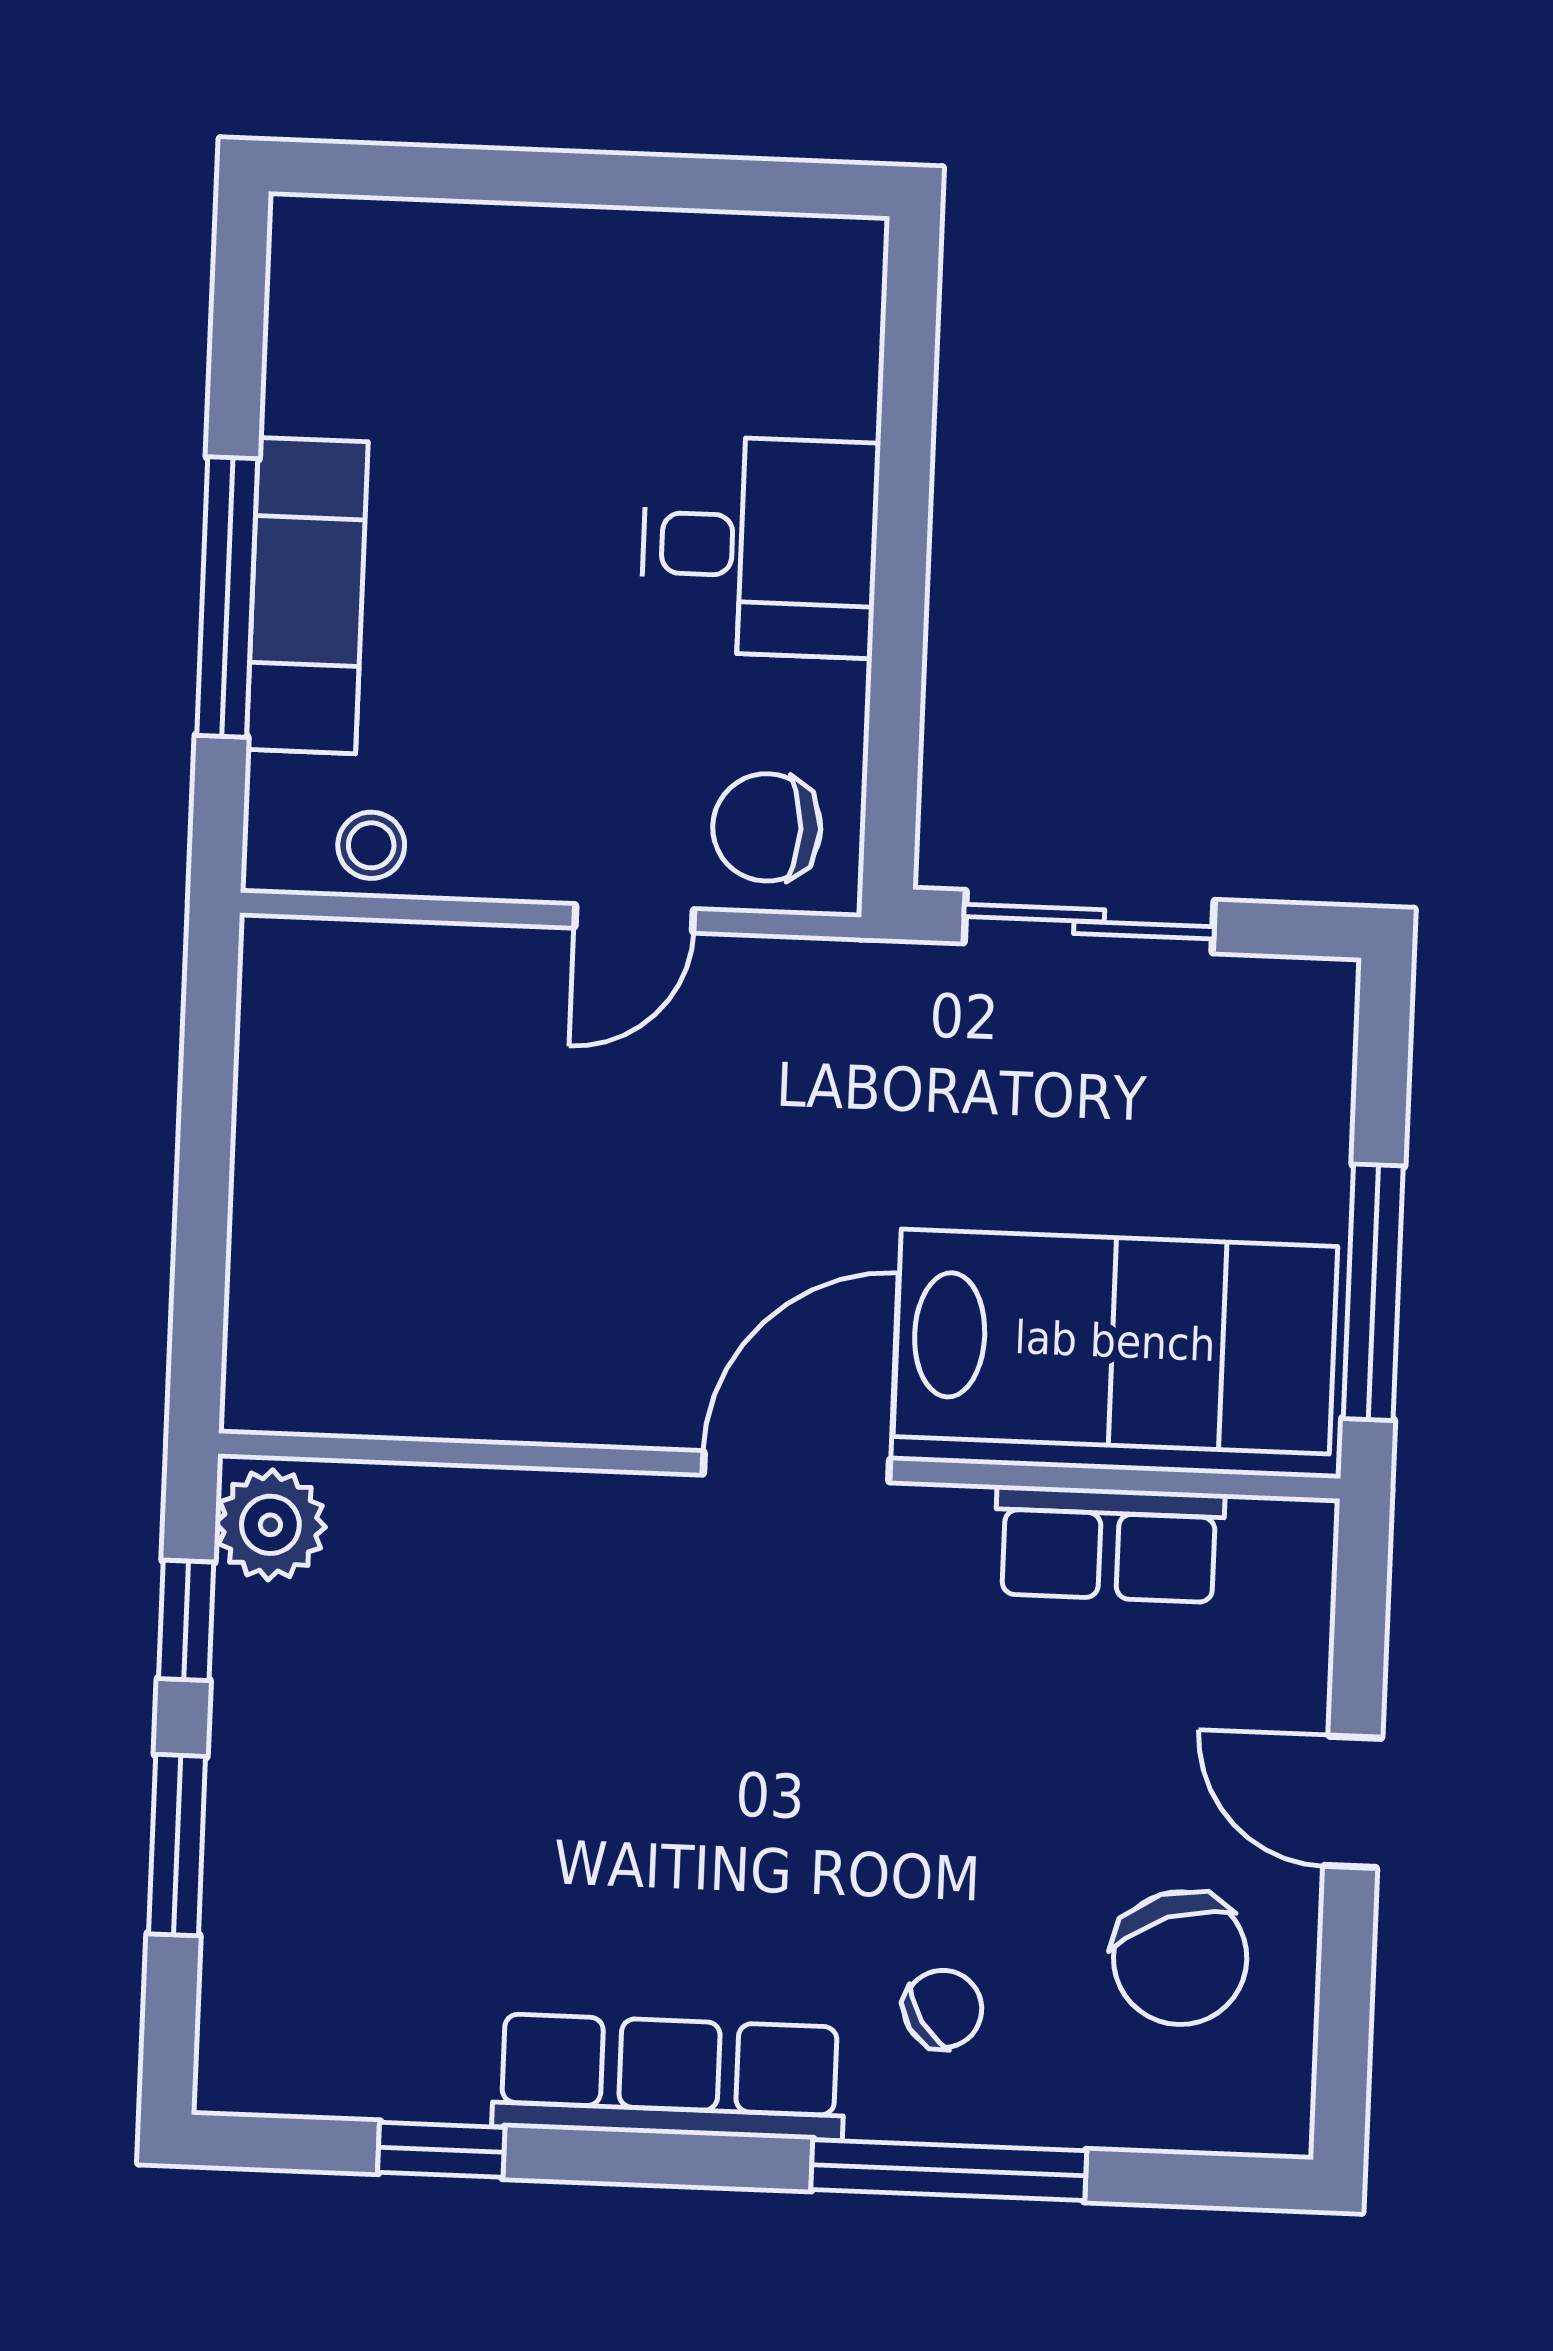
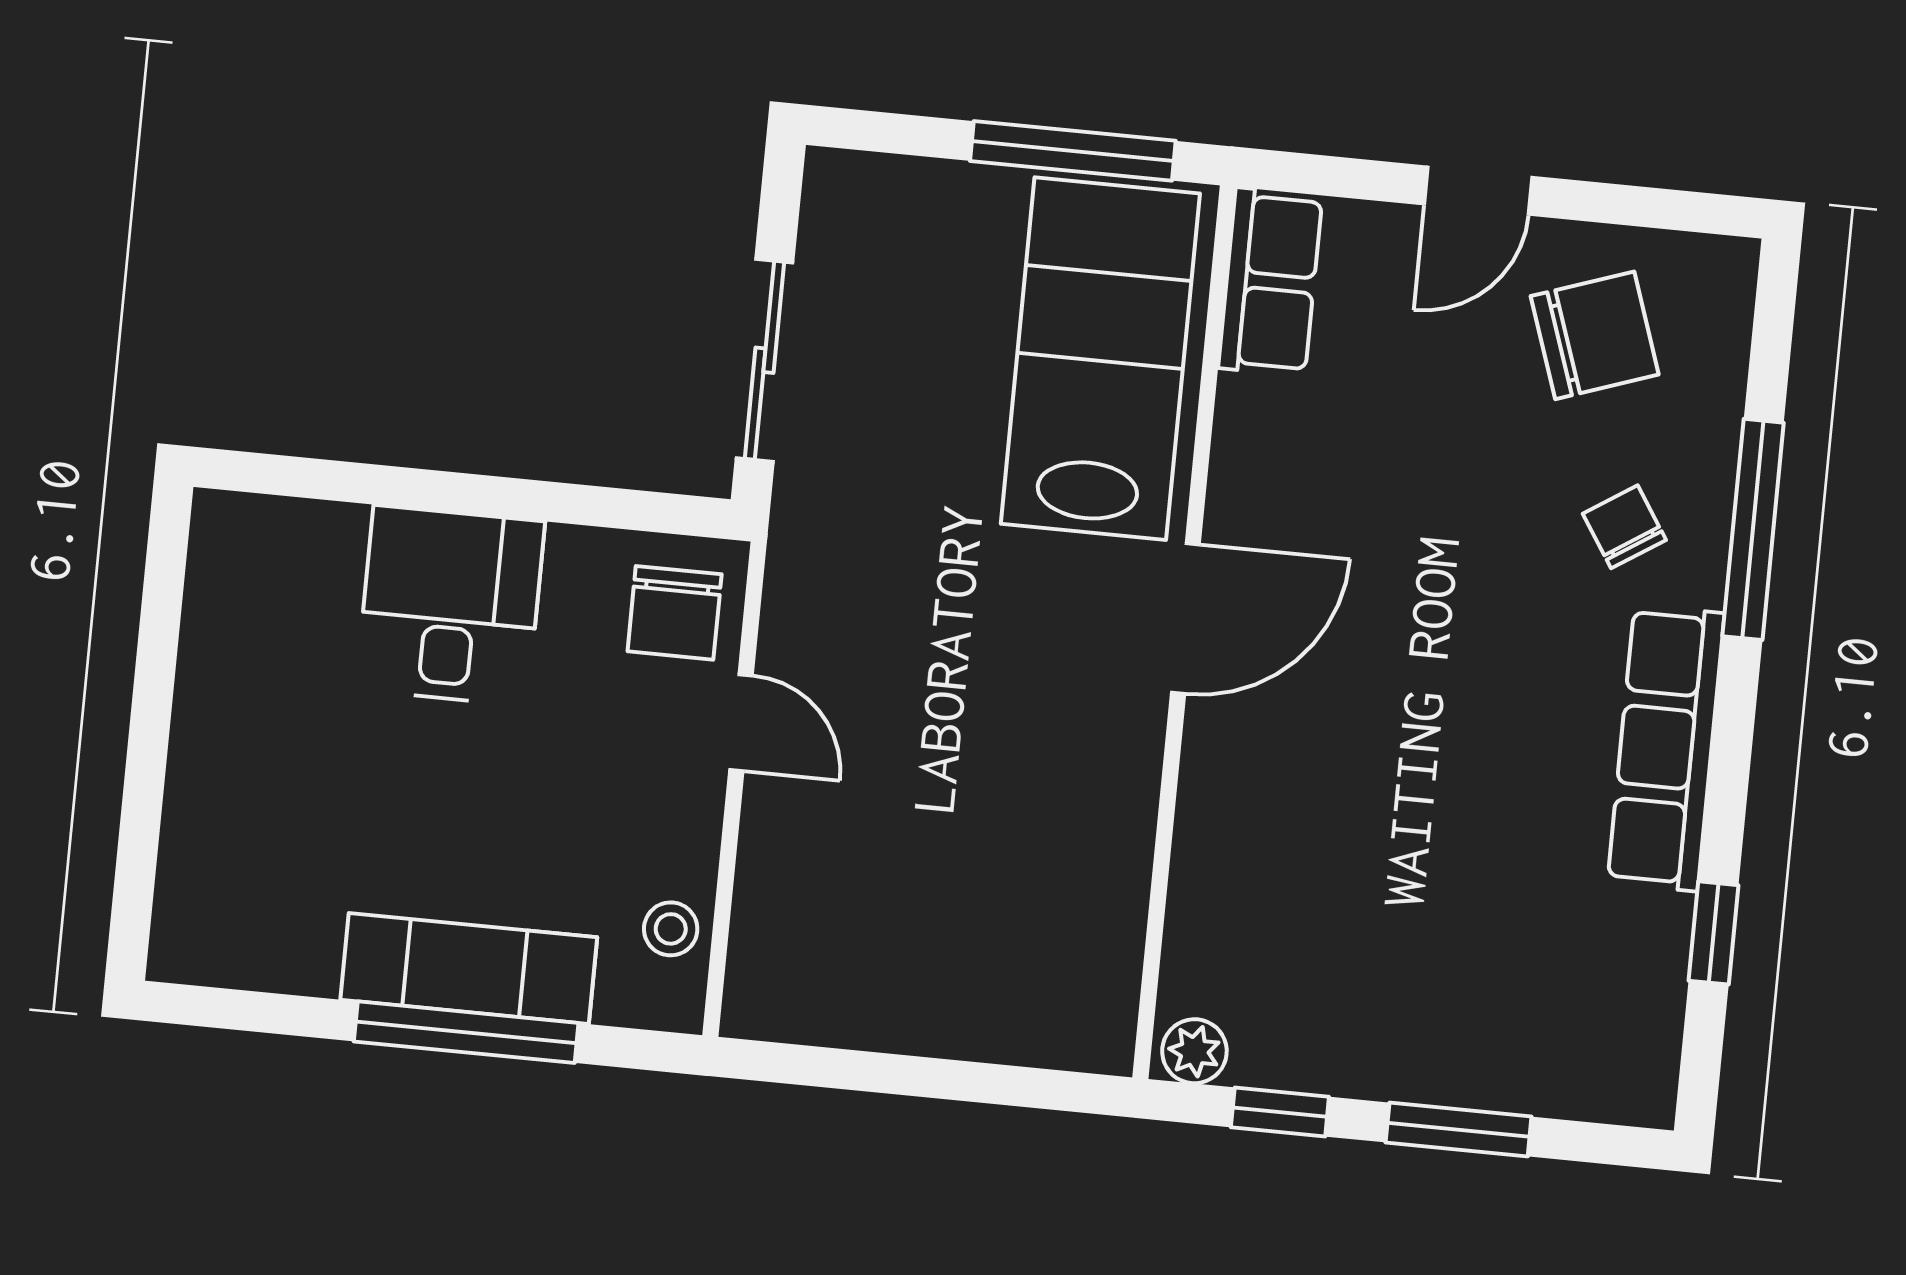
door: (797, 1467) -> (1185, 618), swing flipped
plant: (270, 1525) -> (1194, 1051), width x0.73, depth x0.73
row of seats: (1109, 1544) -> (1270, 282), moved

